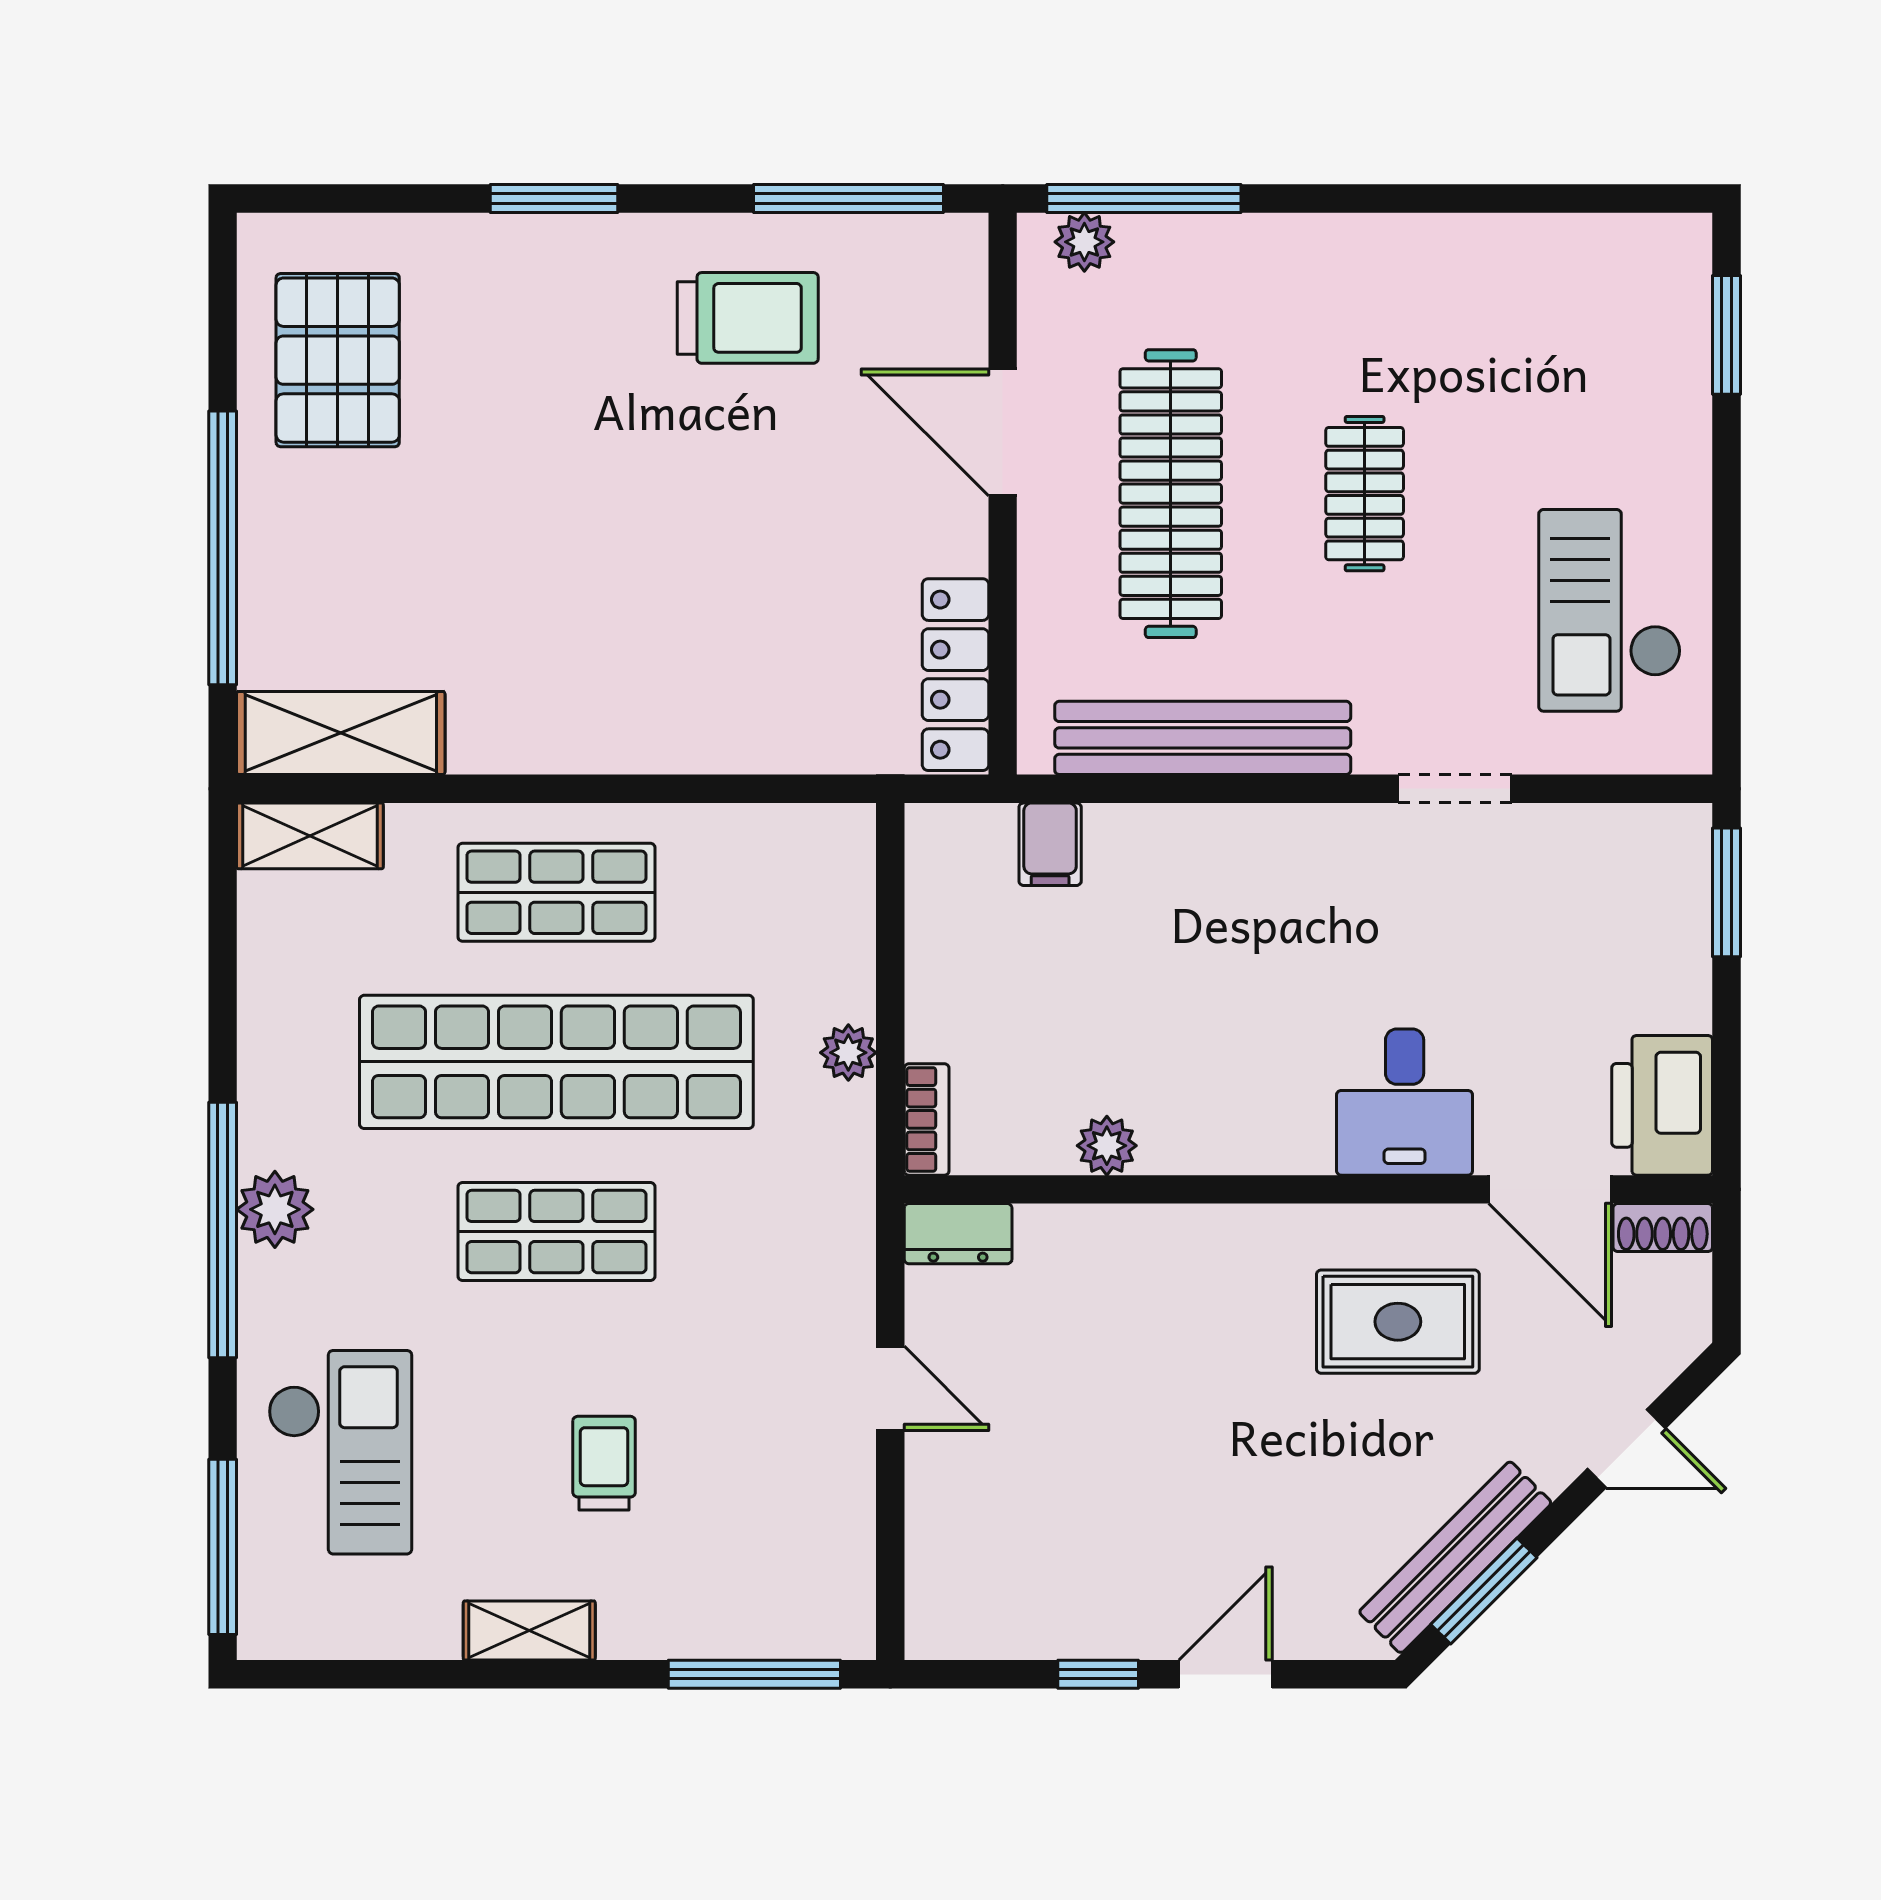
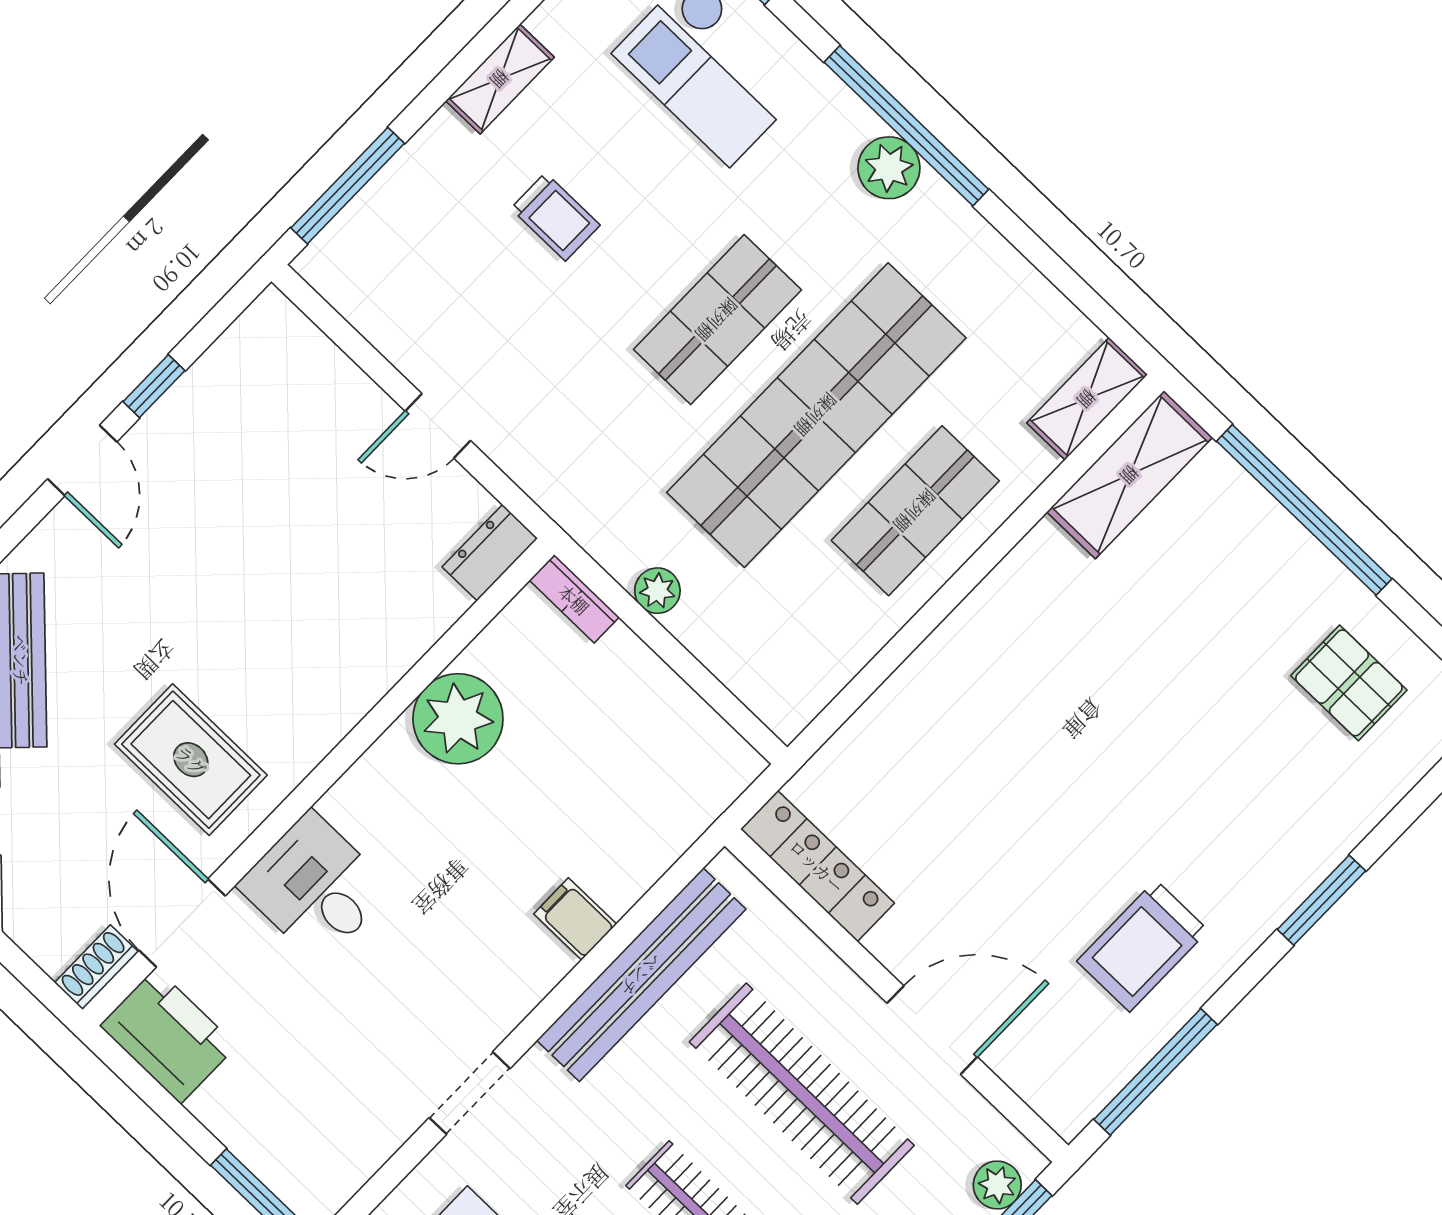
pallet: (338, 360) -> (1349, 683), width x0.67, depth x0.71
filing cabinet: (1050, 844) -> (575, 919), moved
plant: (1107, 1146) -> (458, 719), width x1.88, depth x1.88
door: (1550, 1189) -> (182, 923), hinge flipped
rug: (1398, 1322) -> (191, 760), turned 90

